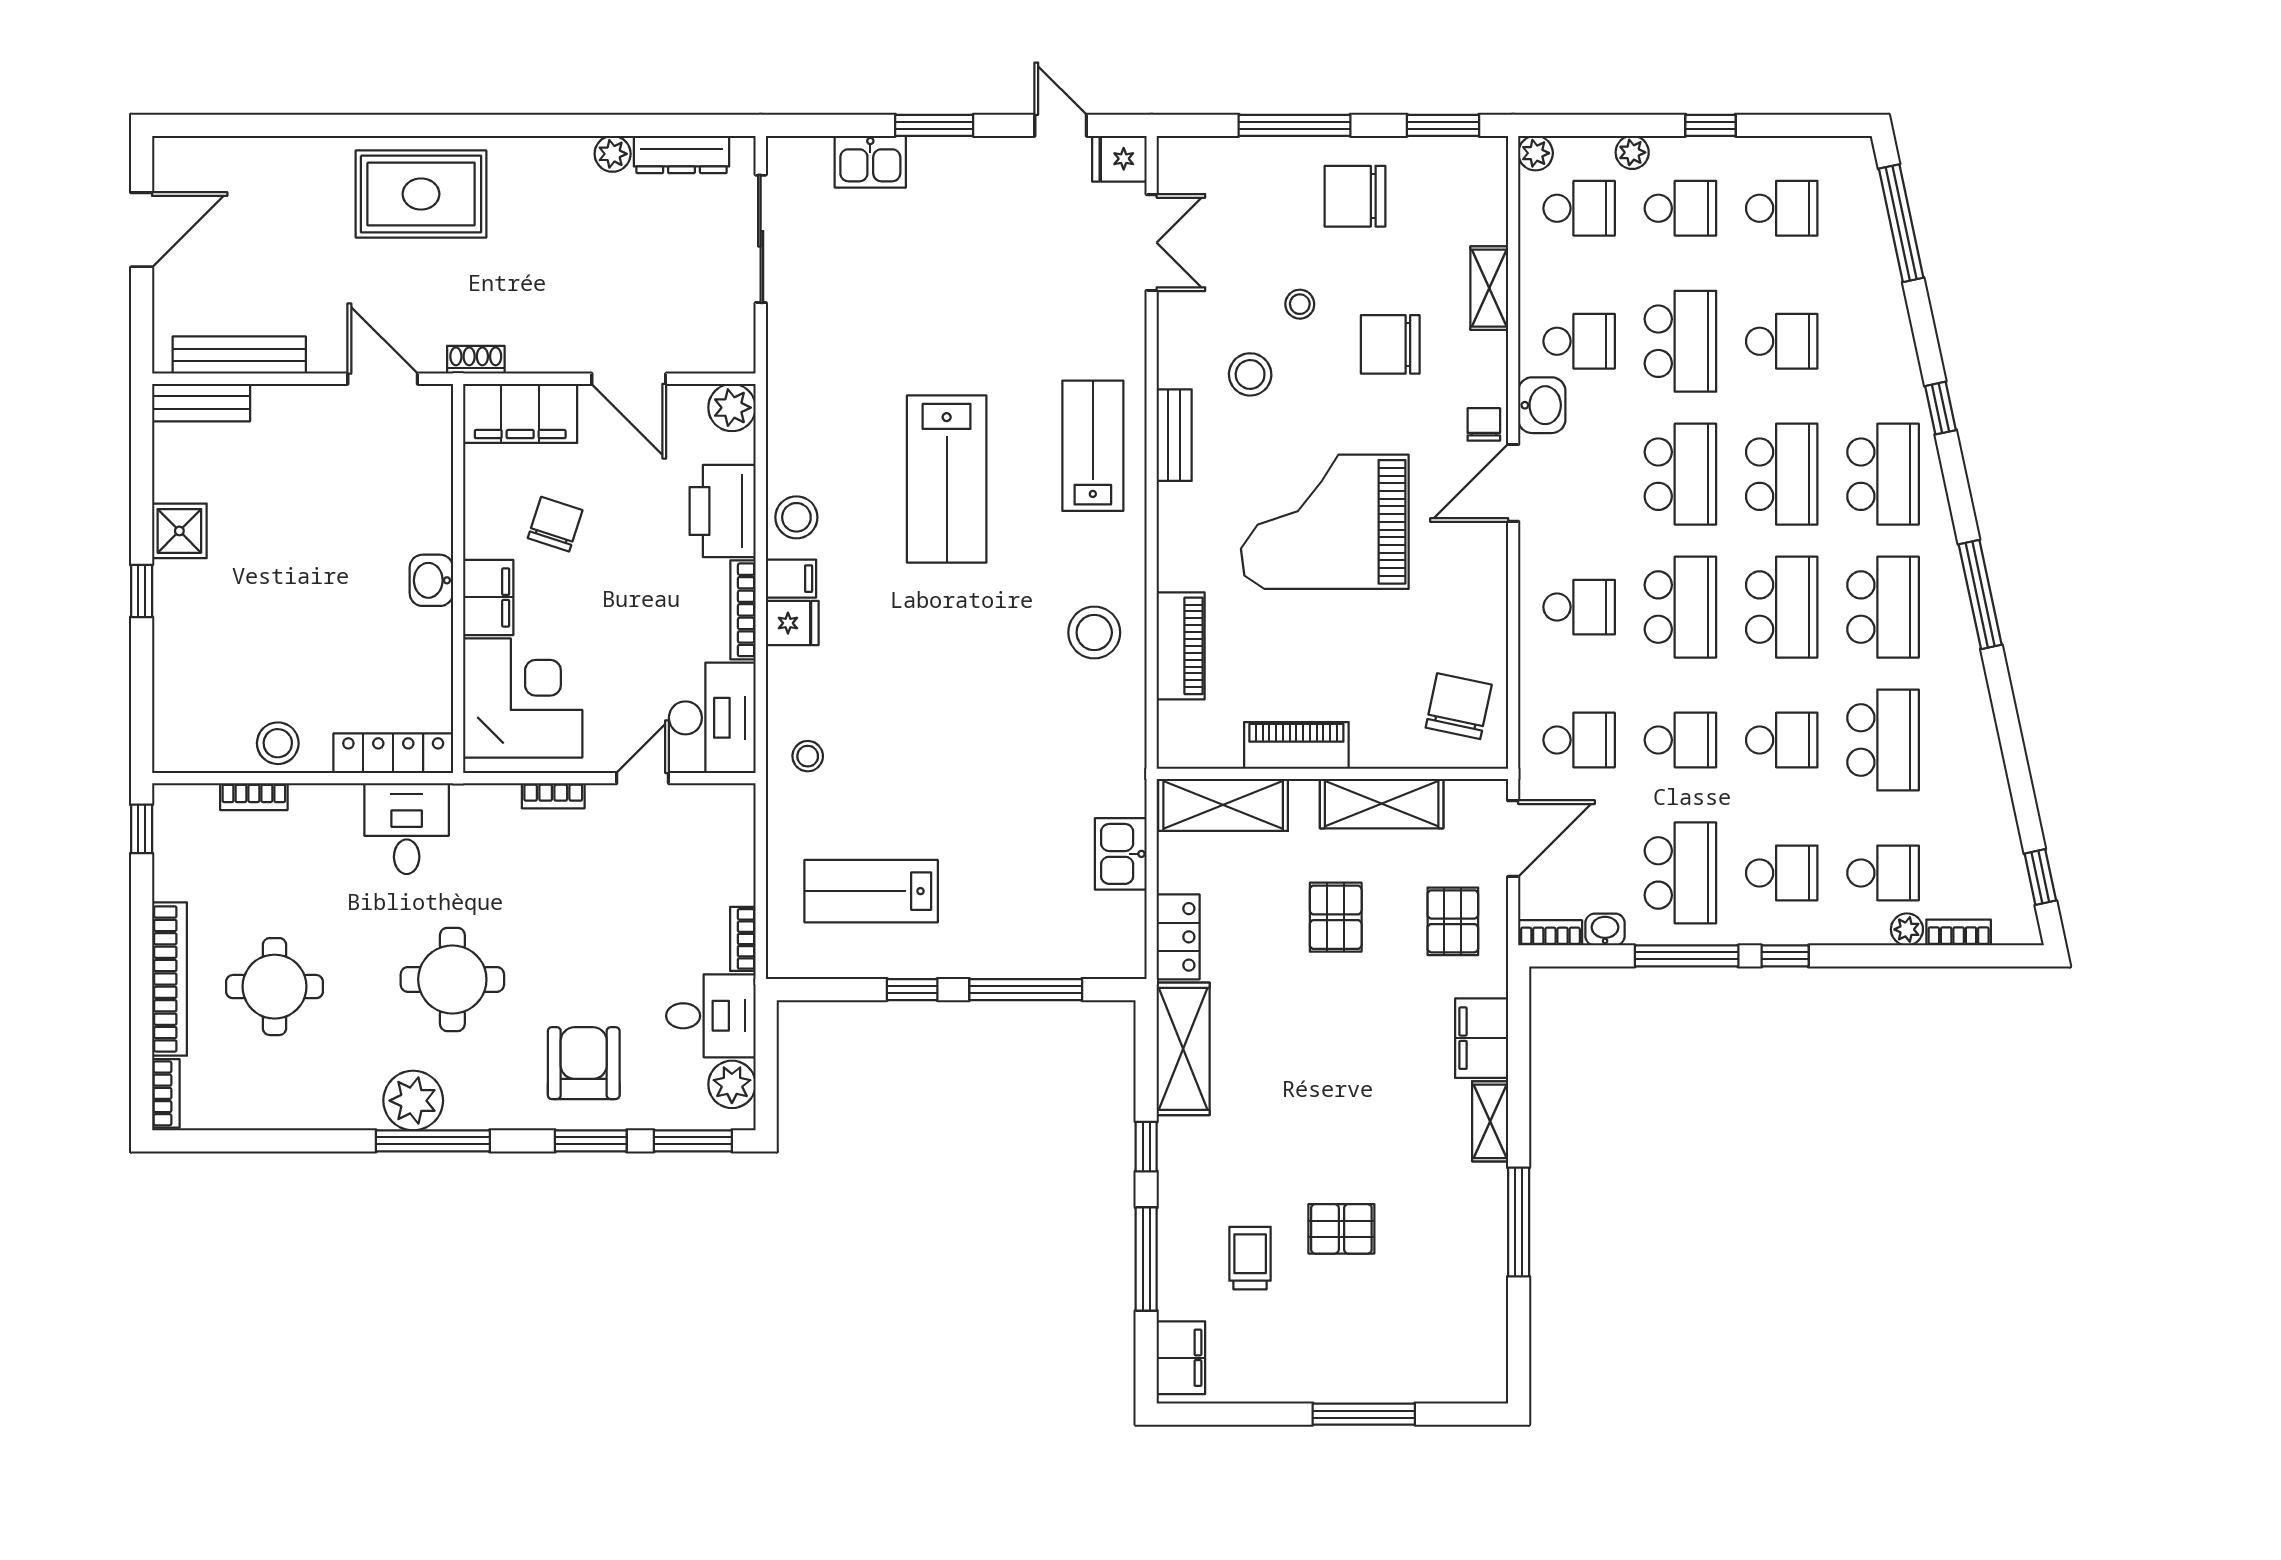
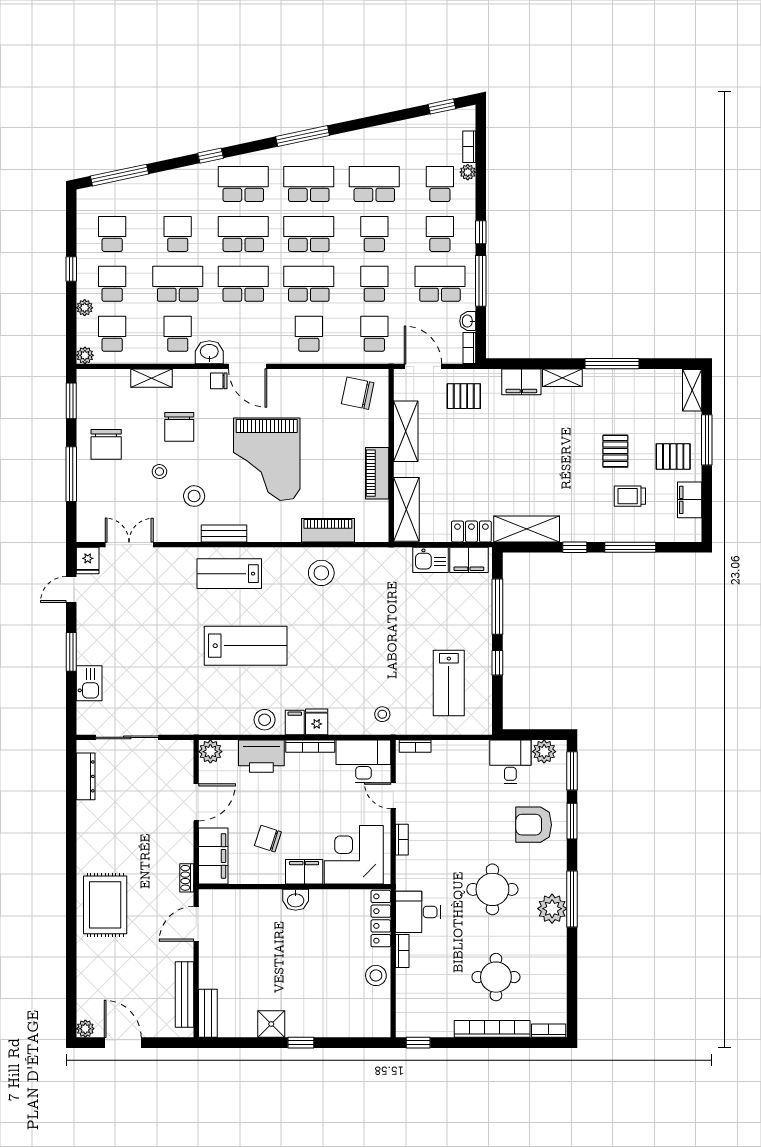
plant: (613, 154) -> (85, 1029), moved
bookcase: (254, 797) -> (402, 951), moved
pallet: (1336, 917) -> (673, 457), moved
filing cabinet: (1121, 932) -> (469, 560), added
bookcase: (743, 939) -> (415, 746), moved
filing cabinet: (1181, 1358) -> (690, 500), moved, turned -90
shelving: (1465, 1385) -> (692, 390), added

